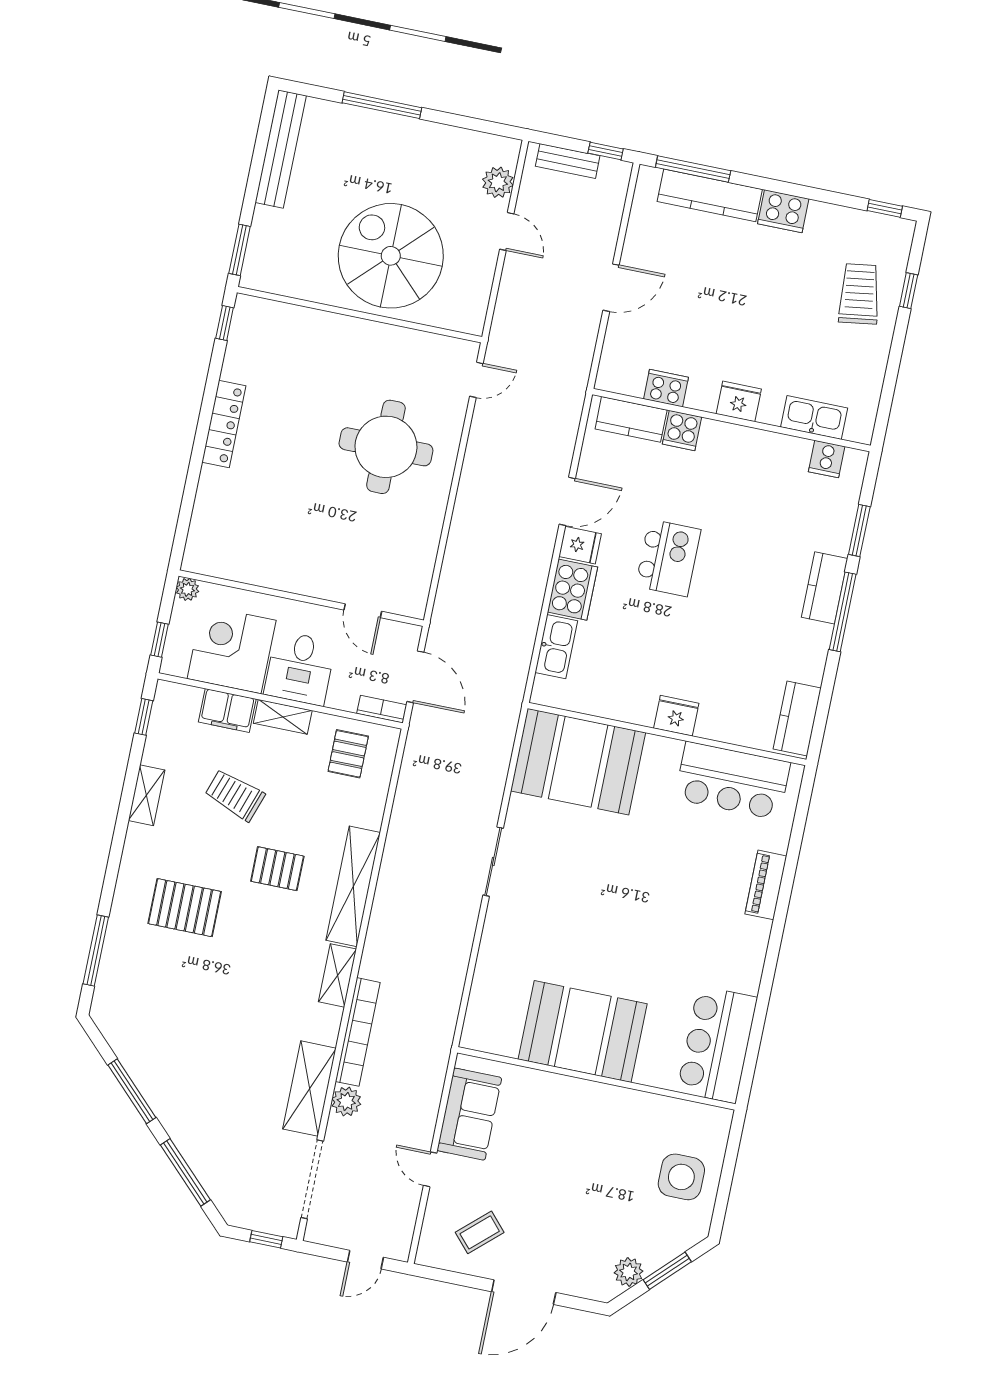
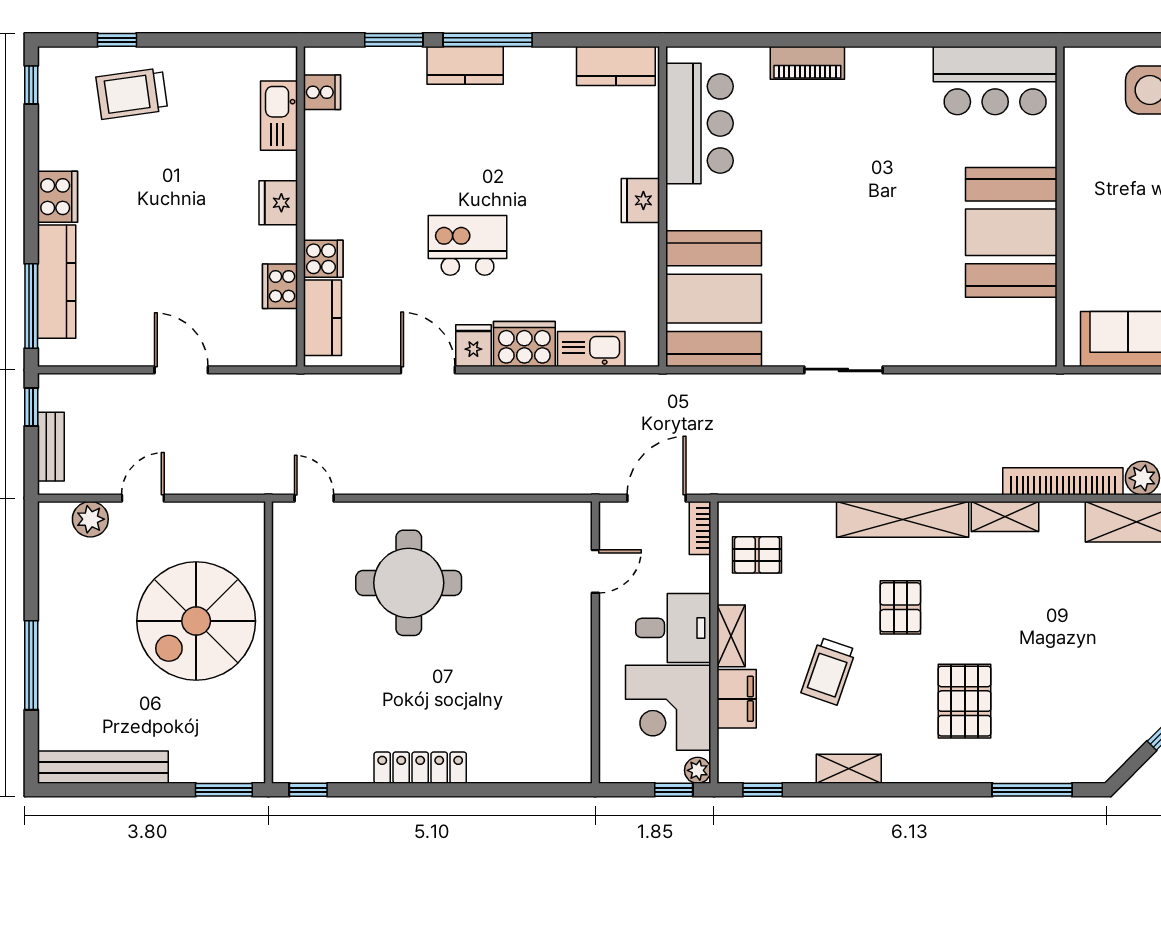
plant: (187, 589) -> (698, 770), moved

